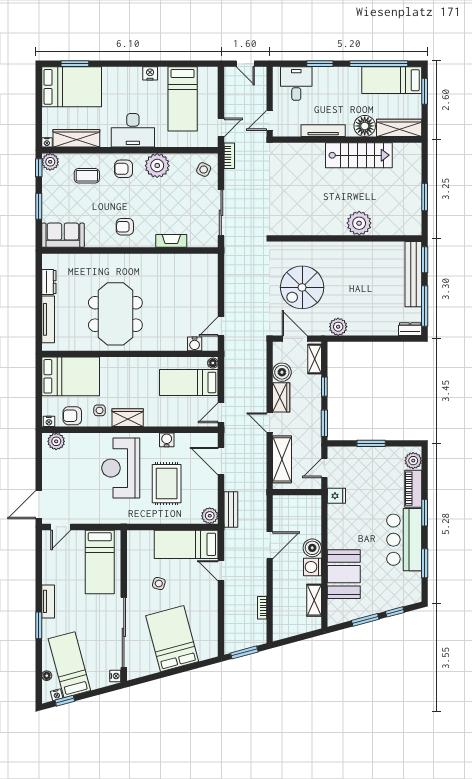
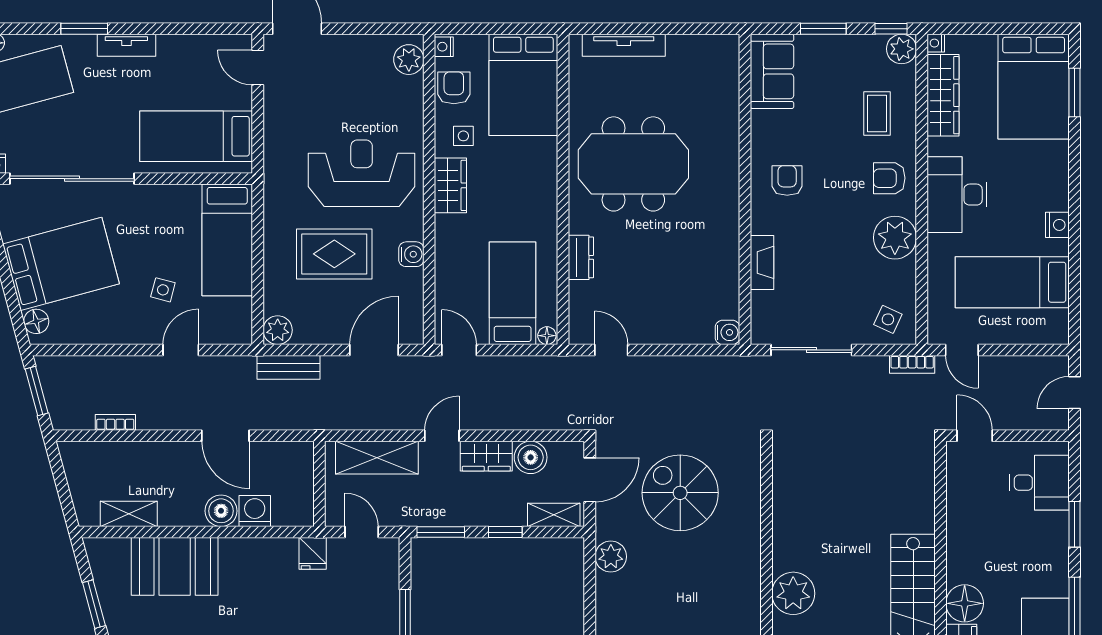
tv unit: (323, 131) -> (956, 530), removed
armchair: (124, 169) -> (889, 178), turned -90
dresser: (49, 282) -> (581, 257), moved, turned -90
water cooler: (195, 344) -> (728, 332), moved, turned 180
bed: (186, 544) -> (227, 240), moved, turned 180
washing machine: (312, 567) -> (255, 511), moved
side table: (159, 584) -> (163, 290), moved
floor lamp: (205, 653) -> (36, 321), added

